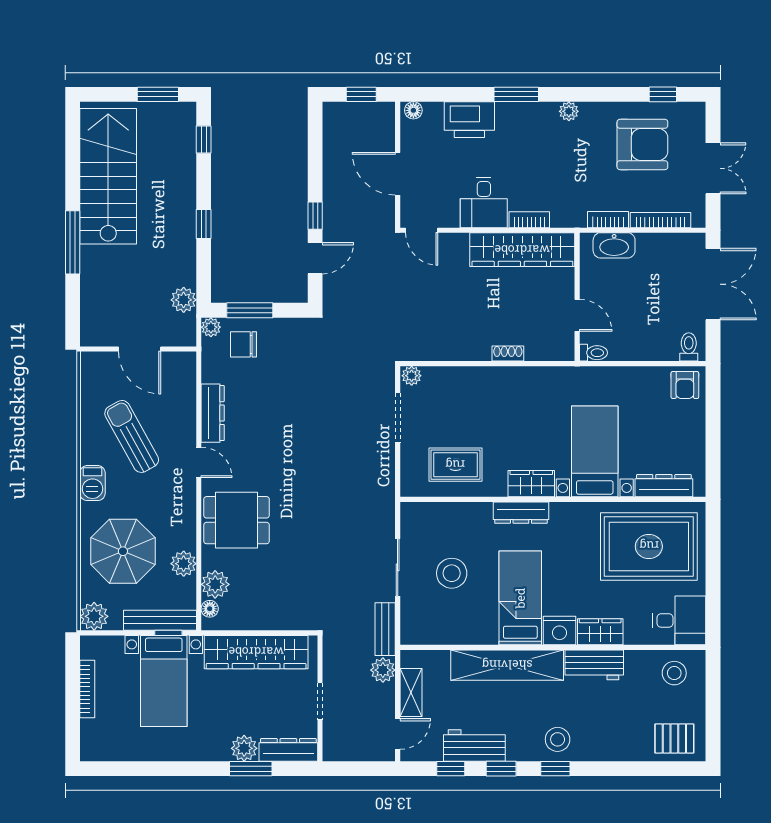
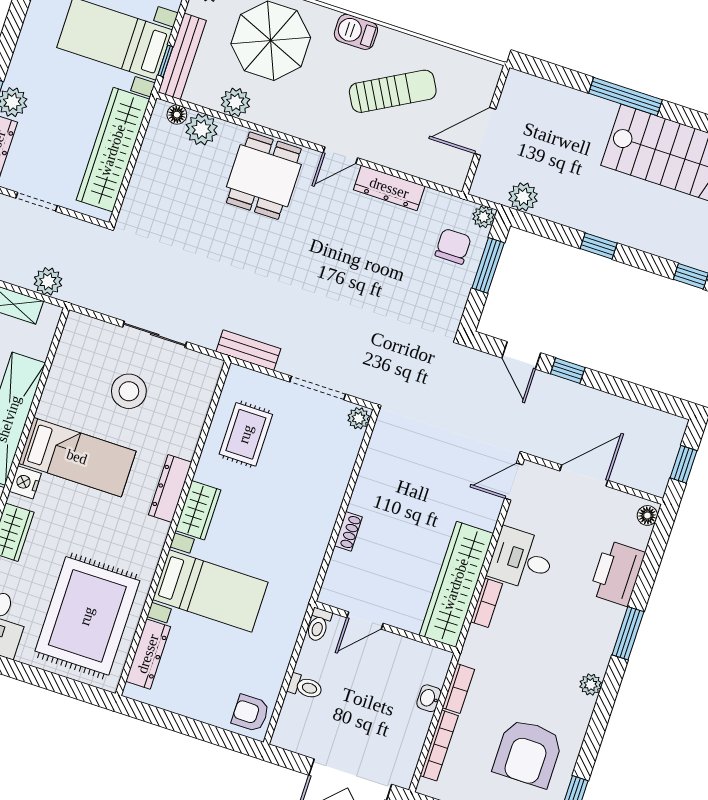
washbasin: (614, 245) -> (429, 698), width x0.52, depth x0.69
toilet: (689, 347) -> (305, 687), moved
bench: (385, 629) -> (248, 350), moved
nightstand: (560, 631) -> (25, 482), width x0.74, depth x0.75

